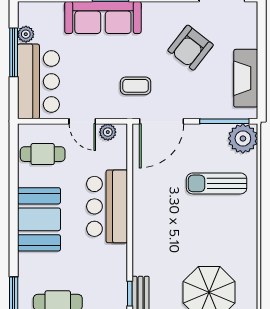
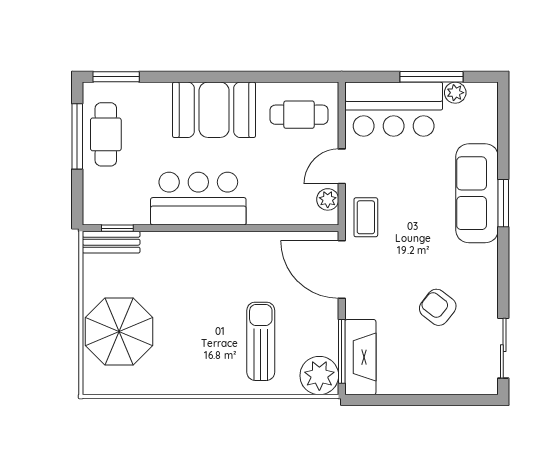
armchair: (191, 48) -> (438, 307), width x0.72, depth x0.72
fireplace: (246, 78) -> (360, 357), moved, turned 90
coffee table: (136, 86) -> (366, 217), moved
cafe table: (43, 154) -> (299, 115), turned 90
bar counter: (107, 206) -> (198, 199), moved

